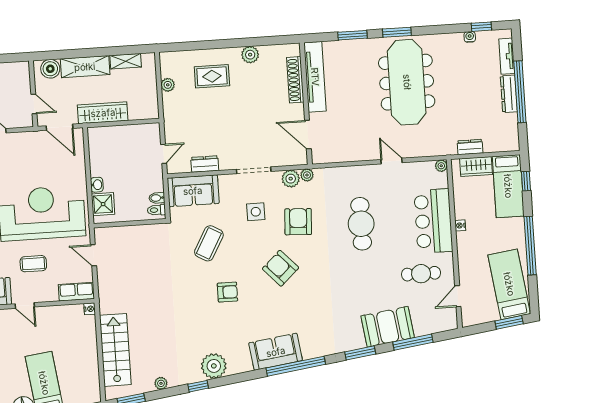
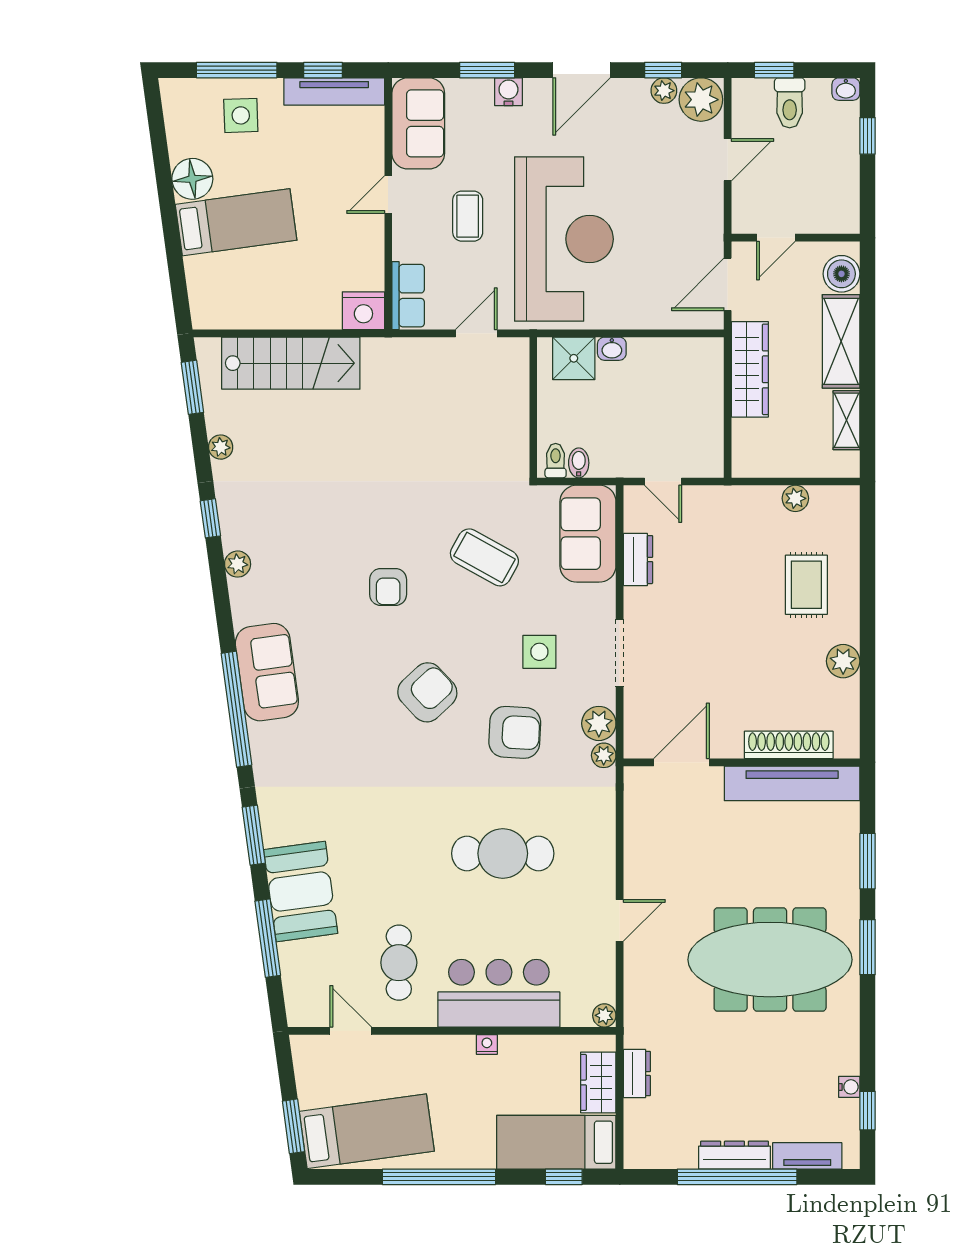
nightstand: (90, 309) -> (363, 311), width x1.89, depth x1.79
plant: (214, 366) -> (238, 564), width x0.53, depth x0.53

